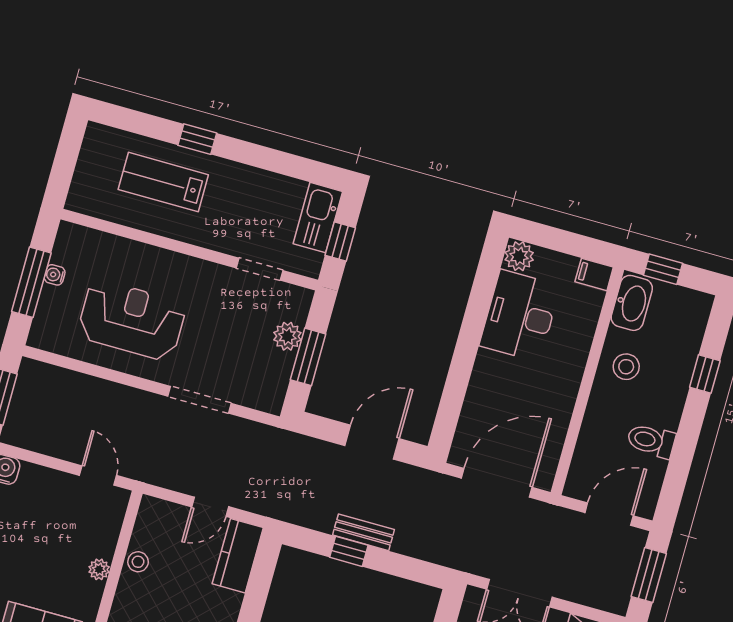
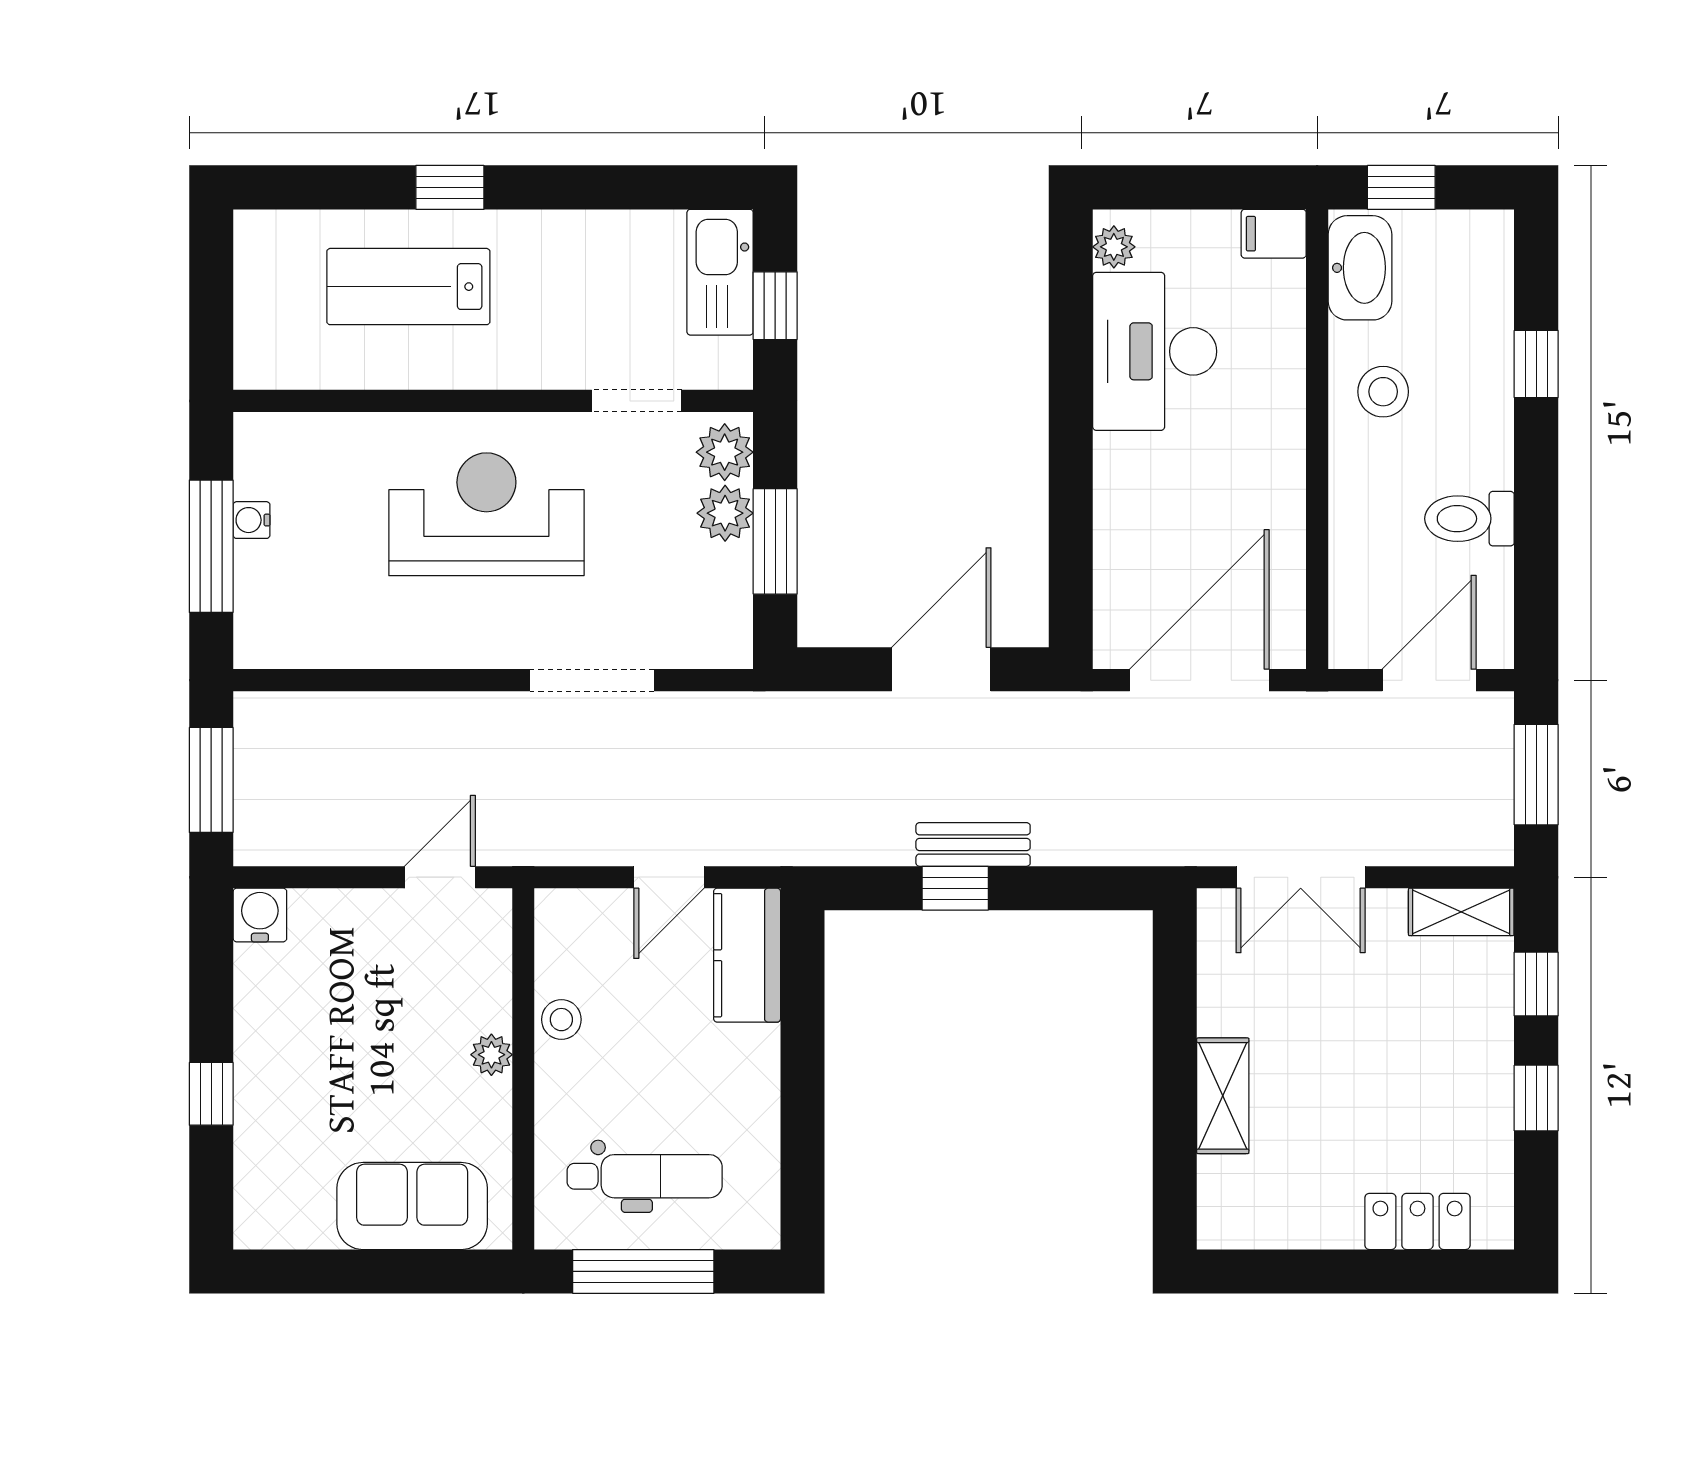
plant: (519, 256) -> (1114, 247), width x0.73, depth x0.73
plant: (296, 306) -> (725, 452), added
reception desk: (132, 320) -> (486, 514), moved
door: (98, 475) -> (440, 877), hinge flipped

